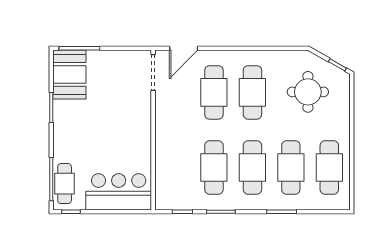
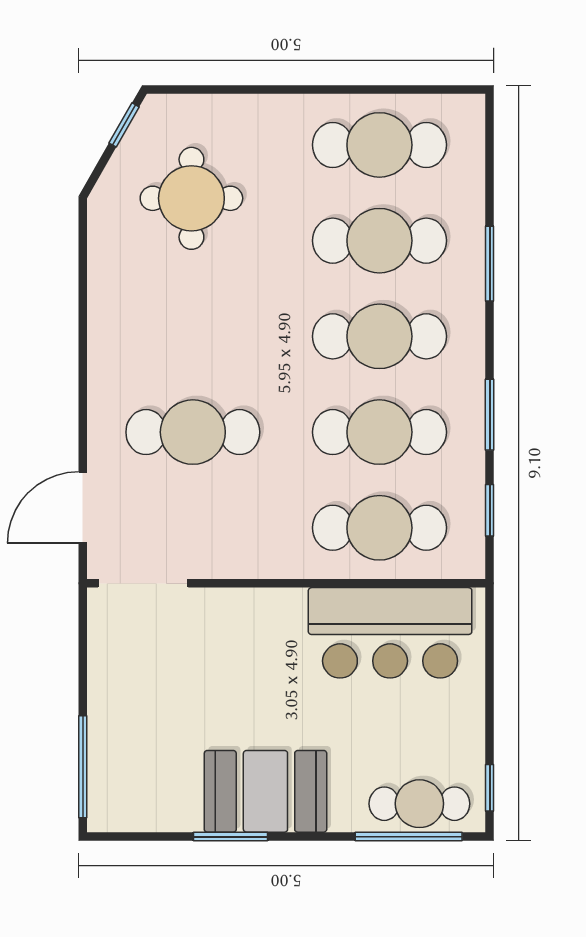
door: (184, 48) -> (83, 507), swing flipped
booth: (69, 74) -> (265, 791), moved
cafe table: (252, 92) -> (379, 528), moved
bar counter: (119, 192) -> (390, 633), moved, turned -90

